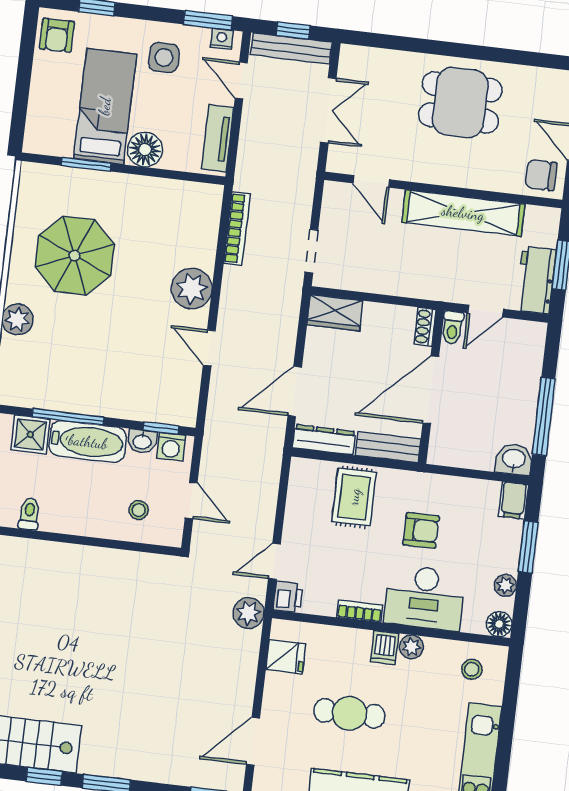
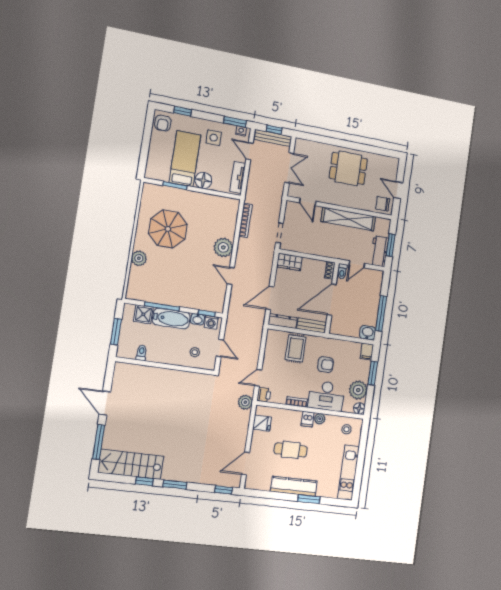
plant: (505, 585) -> (358, 390), width x1.88, depth x1.88

